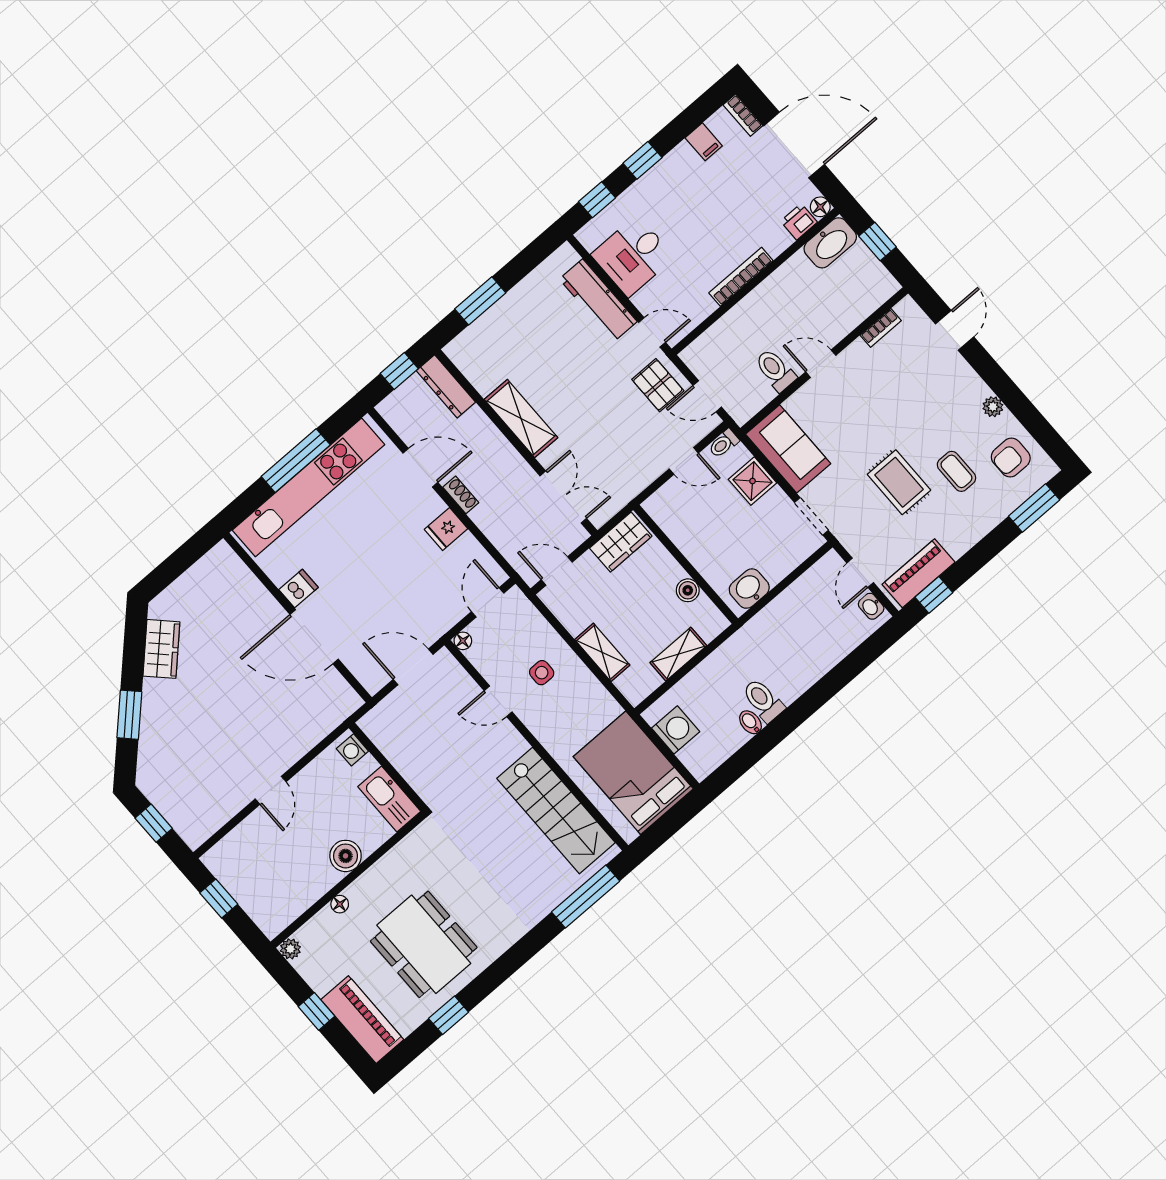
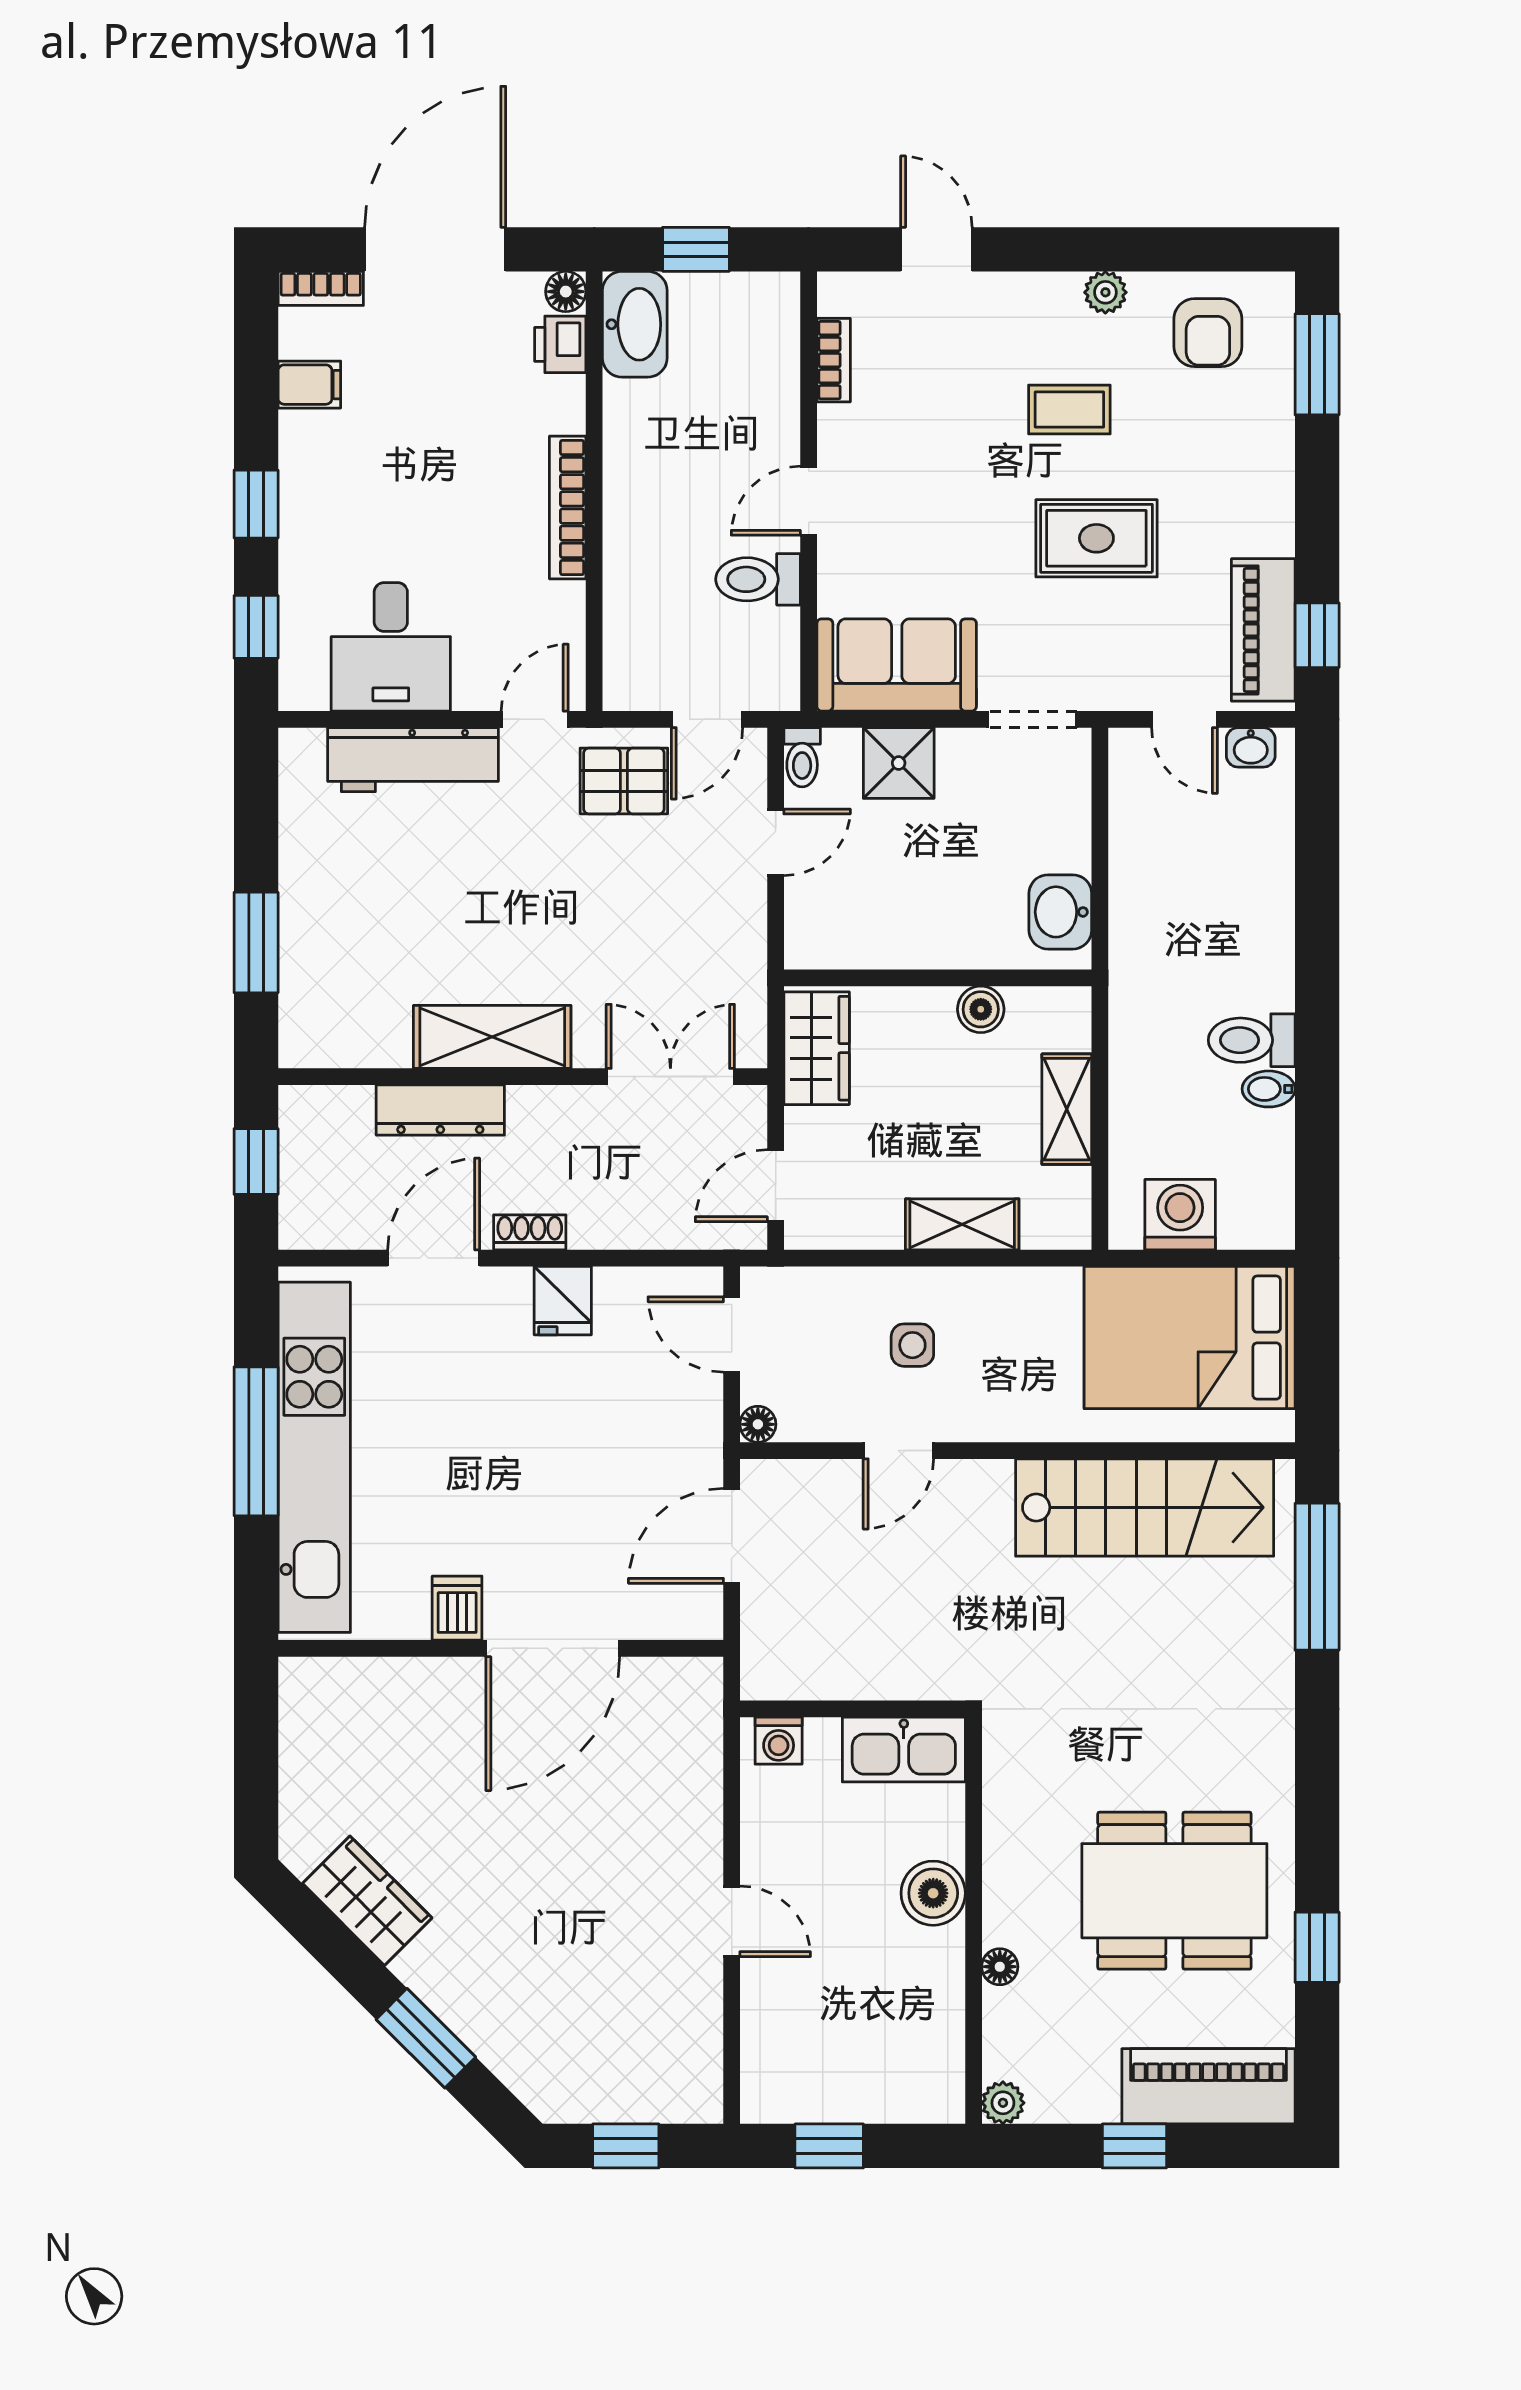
dresser: (446, 386) -> (440, 1110), moved
coffee table: (956, 471) -> (1069, 409), moved

